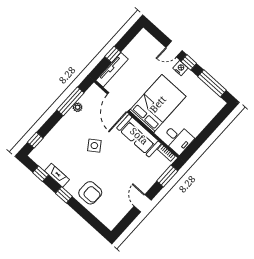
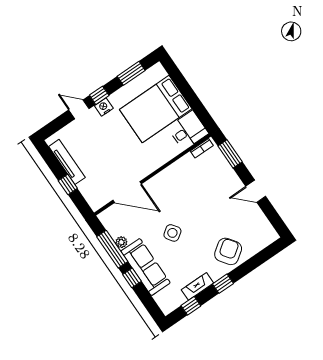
door: (174, 49) -> (79, 109), swing flipped
tv unit: (112, 70) -> (67, 162), moved
window: (212, 83) -> (131, 73), width x0.69
bed: (158, 104) -> (156, 109), moved, turned -90
sofa: (139, 136) -> (146, 267), moved, turned -90
window: (35, 140) -> (132, 278), moved
armchair: (90, 193) -> (228, 251), turned -36

